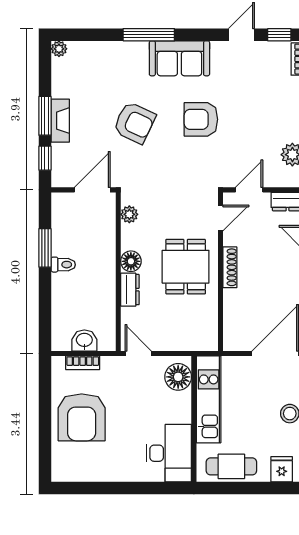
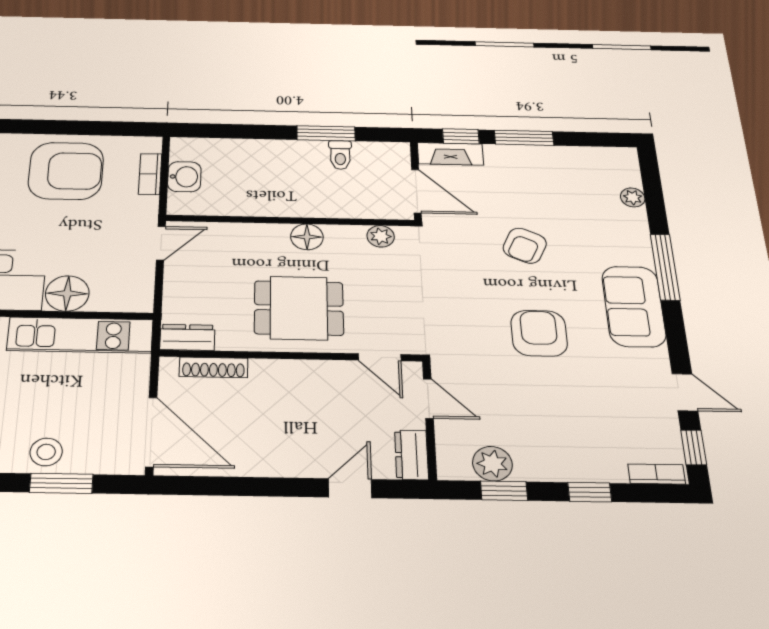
plant: (59, 49) -> (633, 197), moved
fireplace: (60, 121) -> (450, 154), moved
armchair: (134, 123) -> (525, 246), width x0.72, depth x0.72
toilet: (63, 265) -> (340, 155), moved
shoe rack: (230, 267) -> (213, 367), moved
dresser: (130, 290) -> (187, 337), moved, turned 180
floor lamp: (178, 377) -> (67, 293), moved
armchair: (82, 417) -> (66, 171), turned 180

